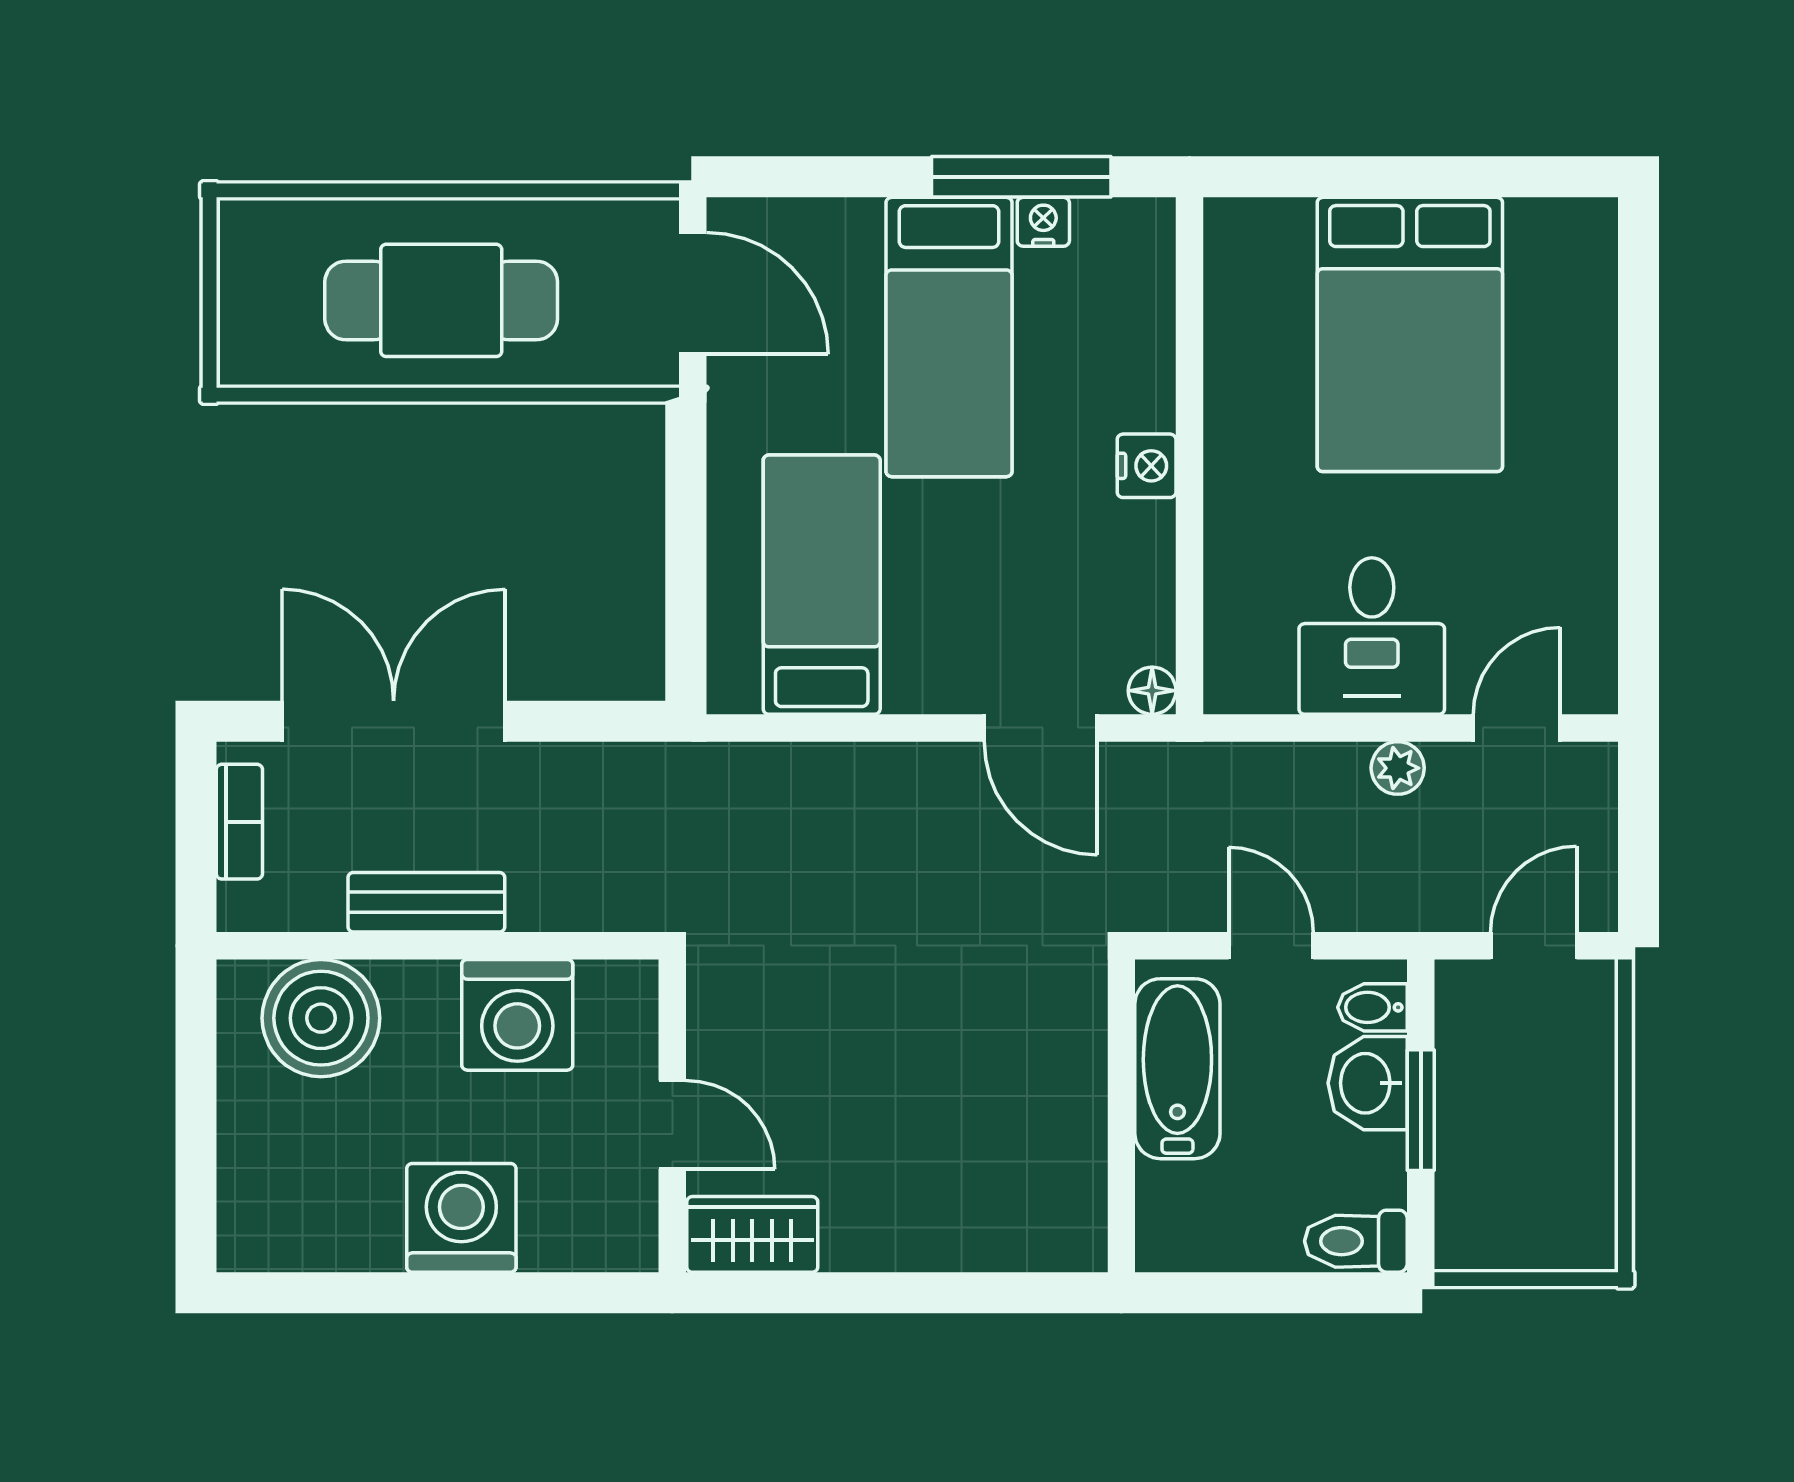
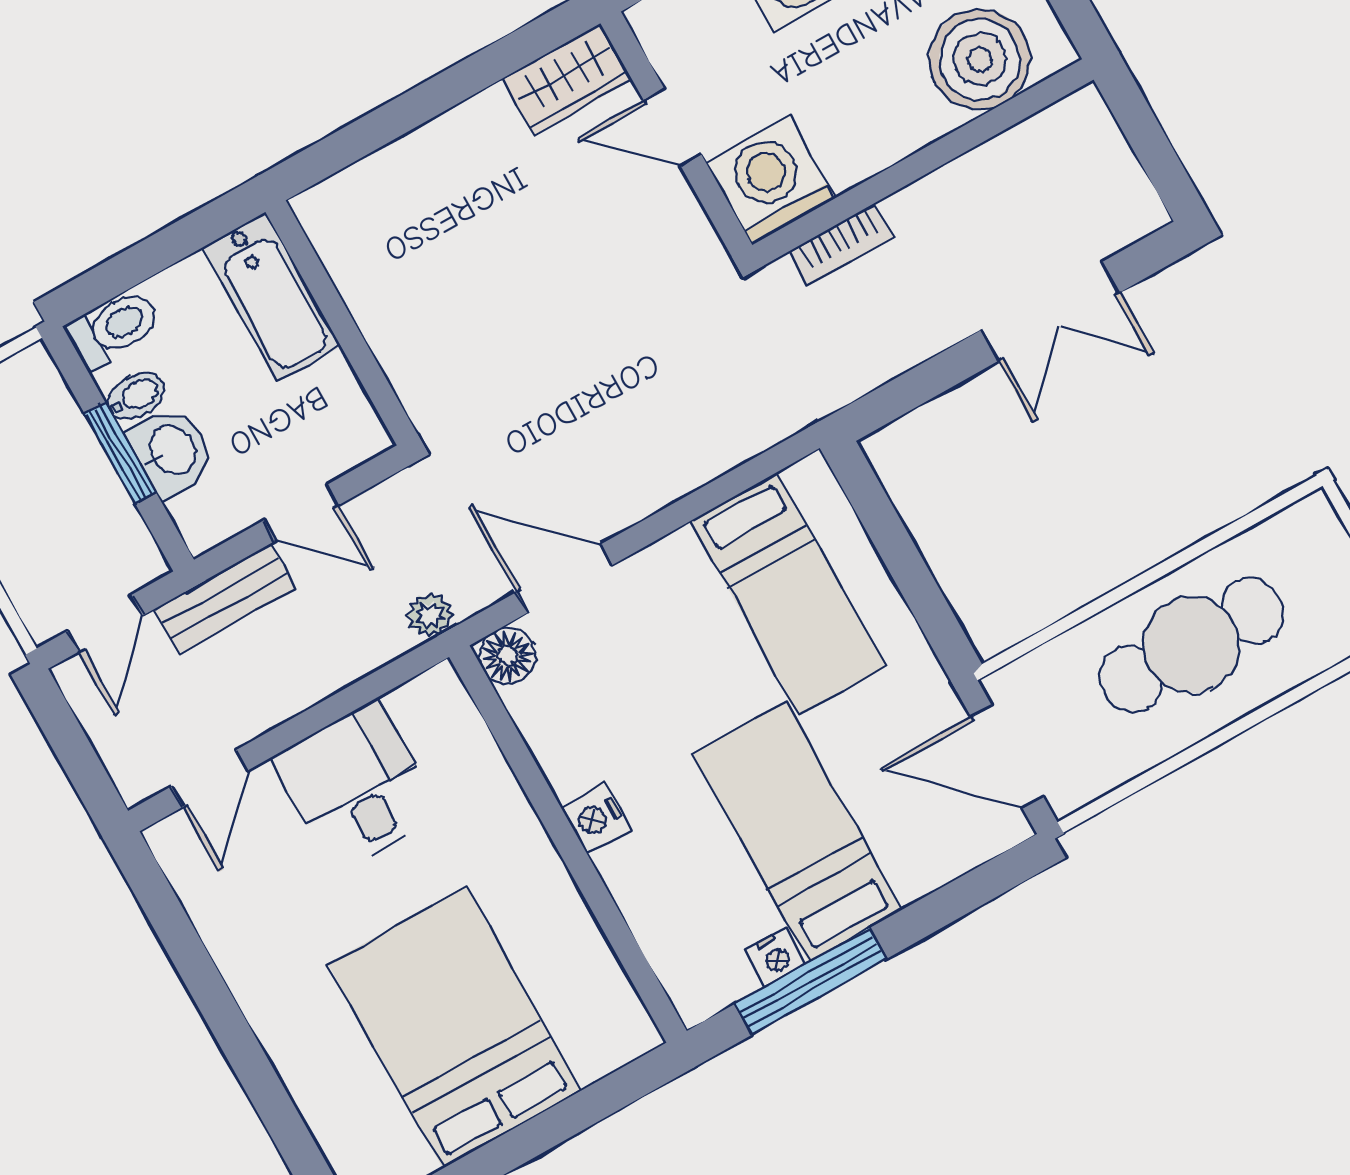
floor lamp: (1152, 691) -> (507, 656), width x1.37, depth x1.37
double door: (394, 721) -> (1050, 311), width x0.73
plant: (1398, 768) -> (430, 615), moved
bookcase: (239, 822) -> (841, 244), moved, turned -90
bench: (426, 902) -> (225, 599), moved
bidet: (1372, 1007) -> (136, 396), moved
washing machine: (517, 1015) -> (770, 180), moved
bathtub: (1177, 1069) -> (272, 297), moved

